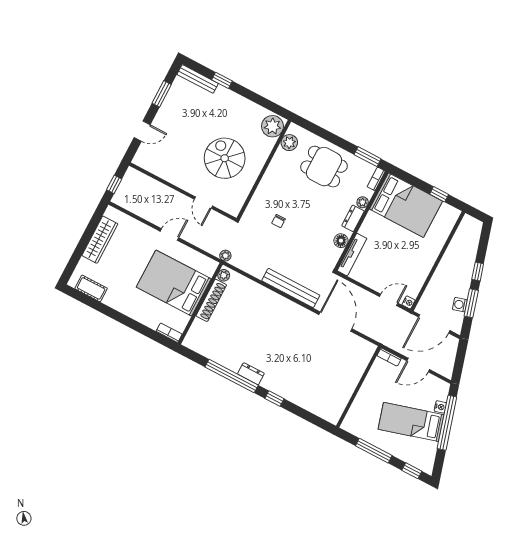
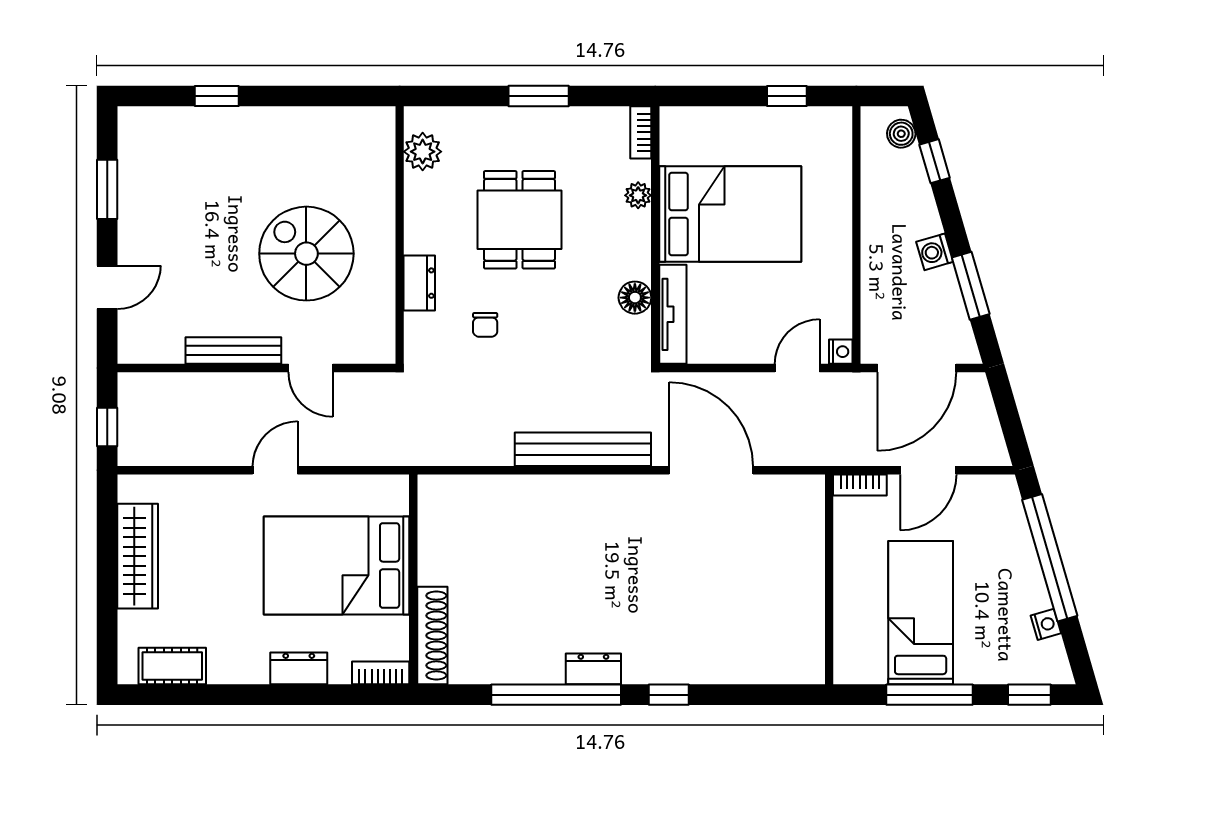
bench: (198, 79) -> (233, 351), moved
plant: (272, 126) -> (370, 136), removed
window: (368, 157) -> (539, 96), moved
dining table: (324, 167) -> (519, 220), moved, turned 90
bed: (406, 205) -> (730, 214), moved
dresser: (353, 218) -> (419, 283), moved, turned 180
boiler: (475, 231) -> (901, 134), added
plant: (225, 256) -> (413, 453), removed
window: (478, 271) -> (935, 161), moved
plant: (224, 275) -> (431, 496), removed
shoe rack: (211, 300) -> (432, 636), moved
washing machine: (460, 305) -> (935, 252), moved
dresser: (139, 315) -> (299, 668), added
nightstand: (440, 407) -> (1046, 624), moved
bed: (411, 422) -> (921, 613), moved, turned 106

